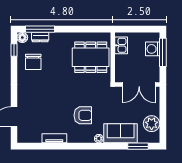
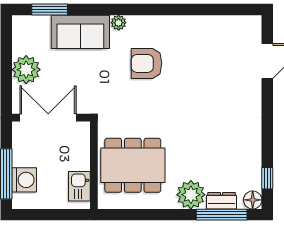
plant: (58, 41) -> (191, 195), added
chair: (33, 62) -> (233, 157), removed
plant: (152, 124) -> (26, 70), moved
tv unit: (54, 138) -> (197, 23), removed

